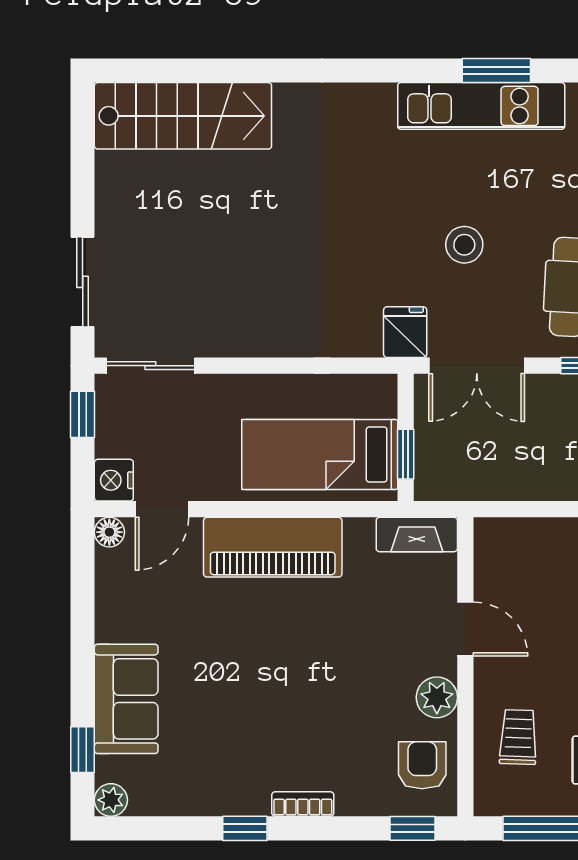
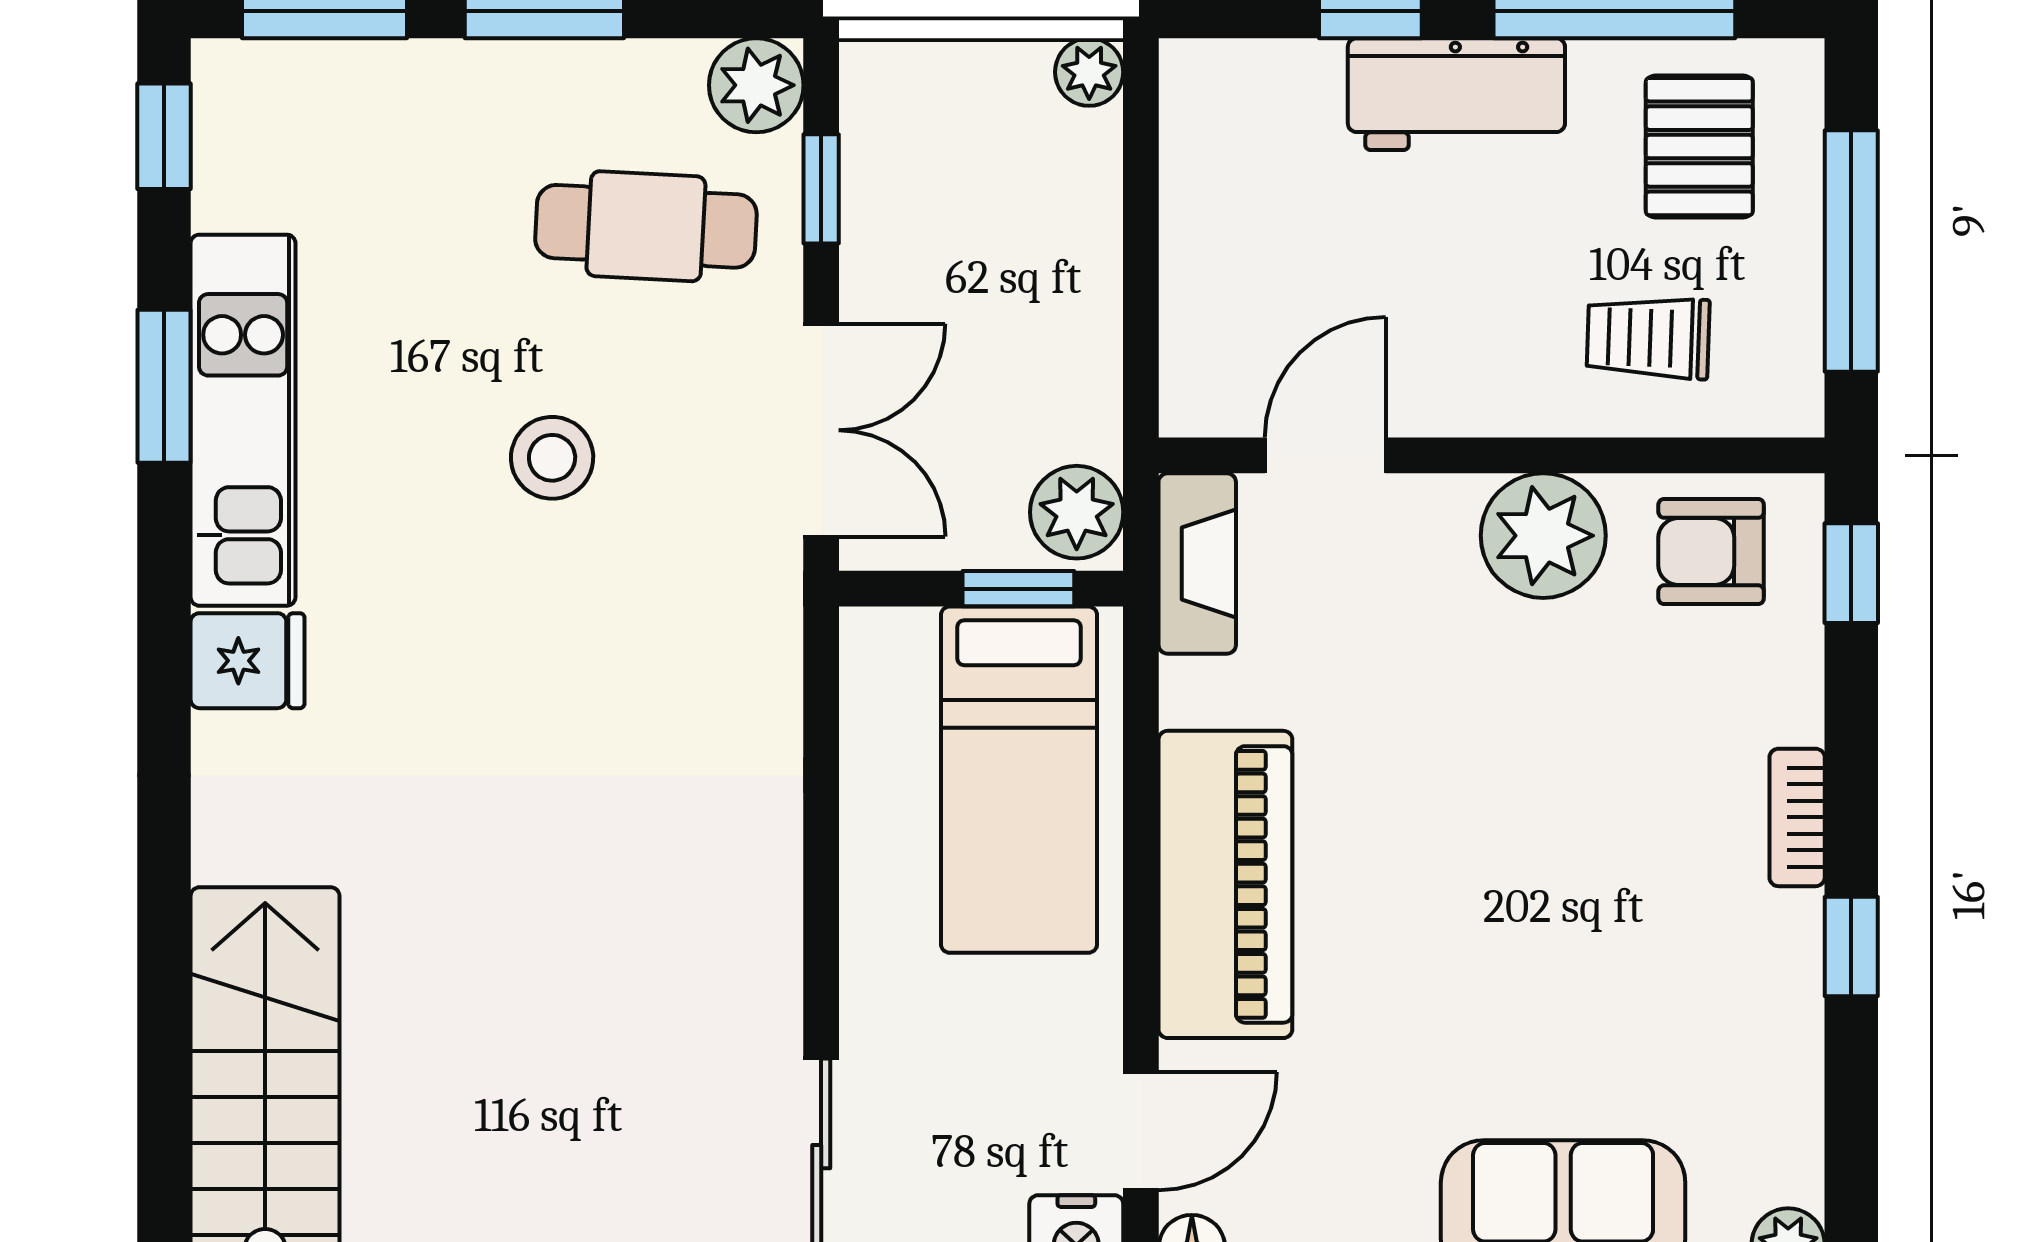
fridge: (405, 332) -> (248, 661), moved, turned 180
plant: (440, 480) -> (1077, 512), added
door: (162, 509) -> (1141, 1131), hinge flipped
door: (465, 629) -> (1325, 455), moved
plant: (437, 697) -> (1543, 536), width x1.36, depth x1.36

